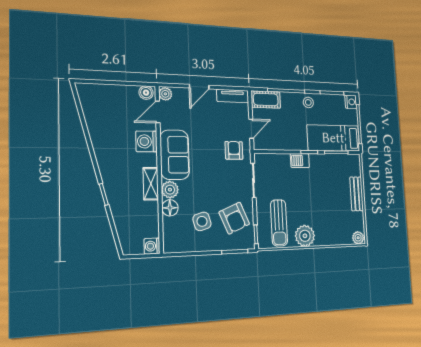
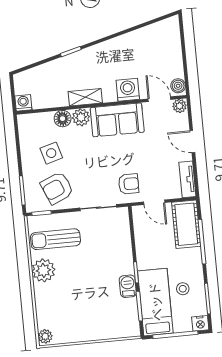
cot: (266, 100) -> (186, 224), width x1.37, depth x1.34
stool: (308, 102) -> (183, 289), moved
barbecue: (300, 161) -> (128, 286), moved
bench: (357, 194) -> (94, 333), removed

